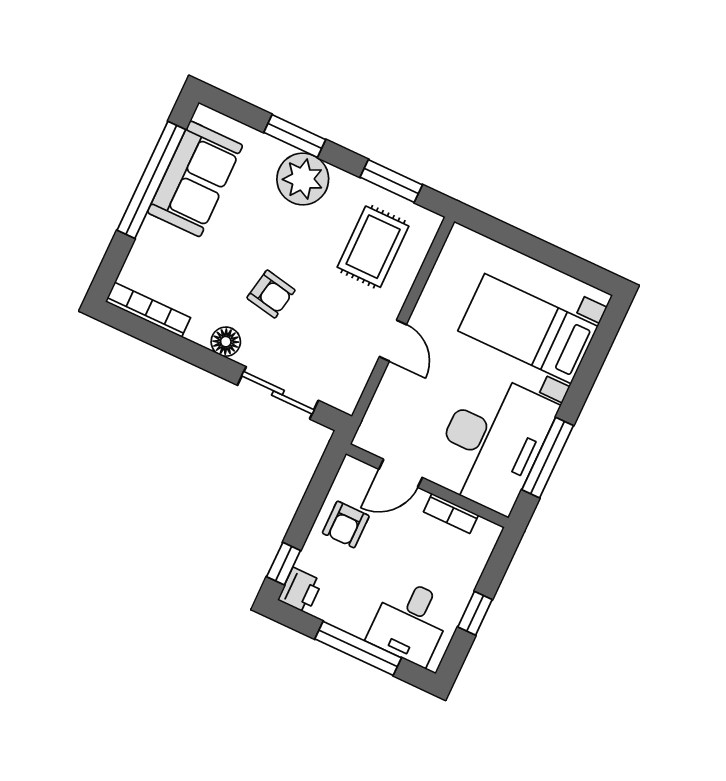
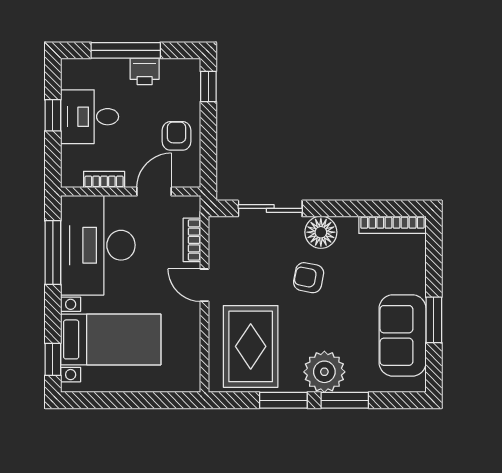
window: (151, 180) -> (434, 320), width x0.47
window: (391, 181) -> (283, 400), moved
rug: (373, 247) -> (251, 346), width x1.36, depth x1.43
window: (604, 337) -> (53, 359), added
floor lamp: (226, 342) -> (321, 232), width x1.38, depth x1.38
bookcase: (383, 398) -> (192, 240), added
printer: (300, 590) -> (145, 71), moved, turned -90
desk: (410, 622) -> (90, 117), moved, turned -90

